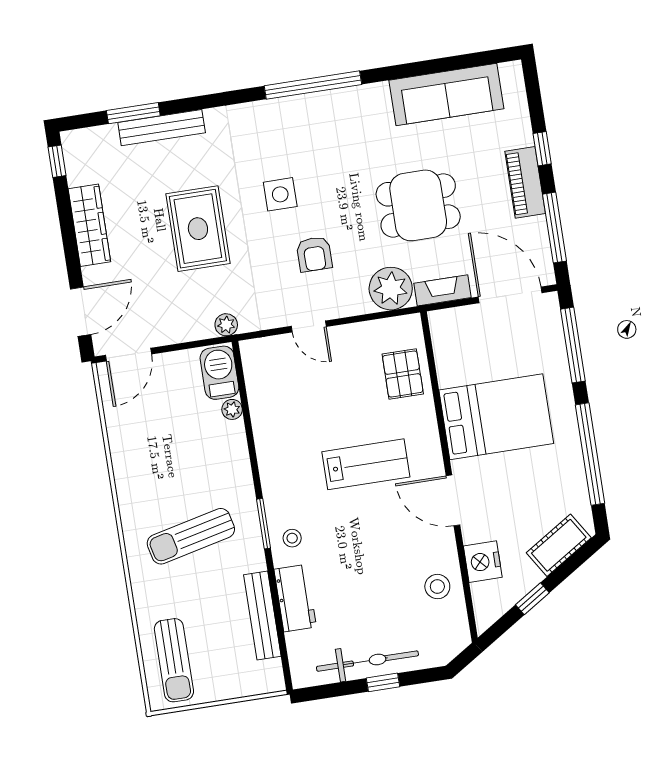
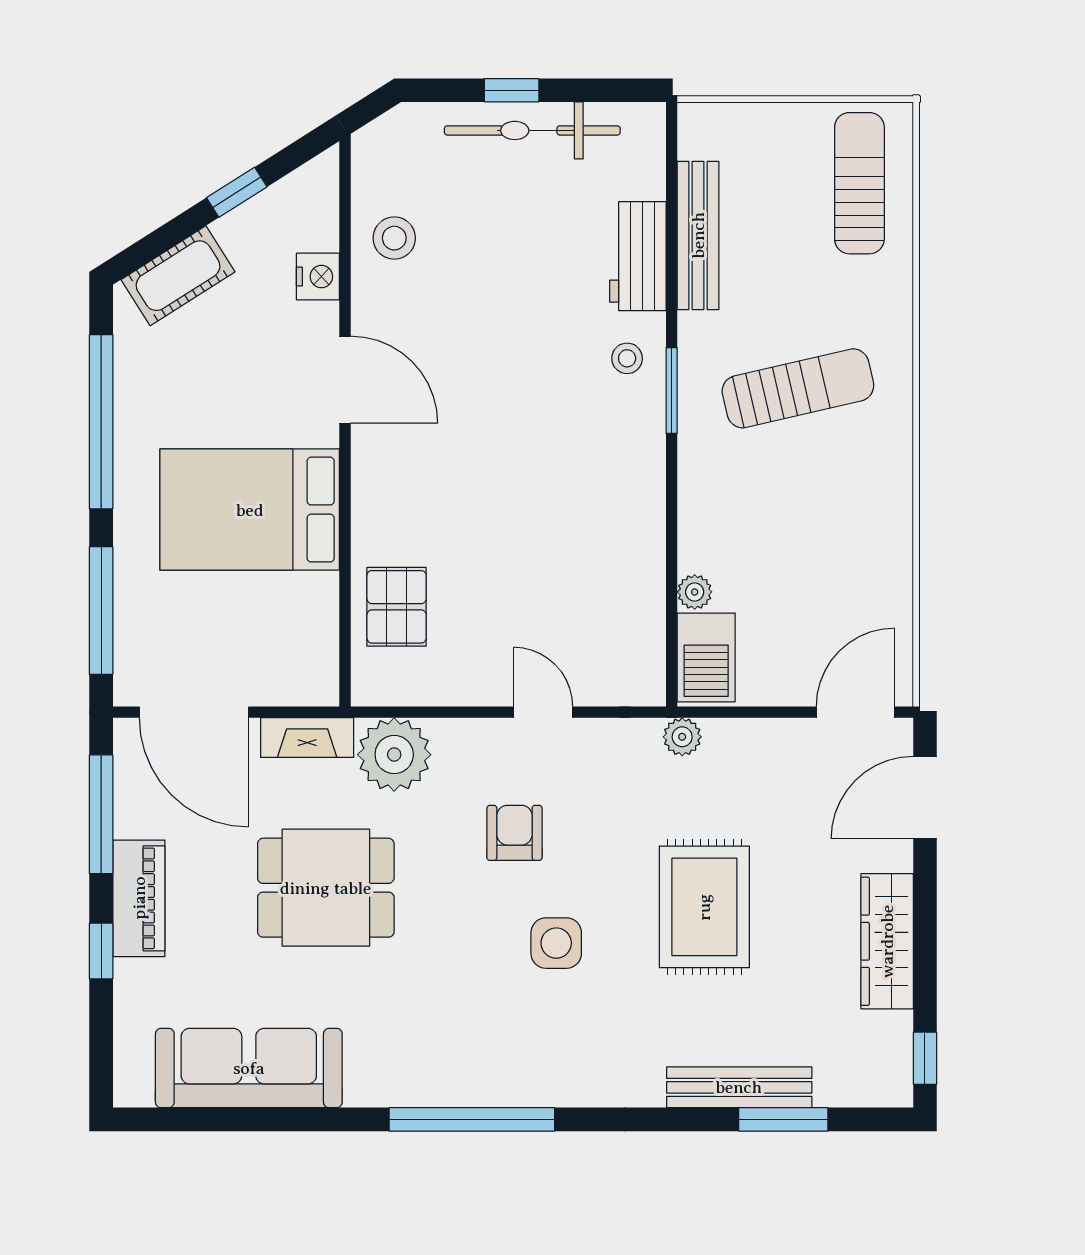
lab bench: (366, 464) -> (483, 464), removed
nightstand: (483, 562) -> (318, 277), width x0.74, depth x0.75

